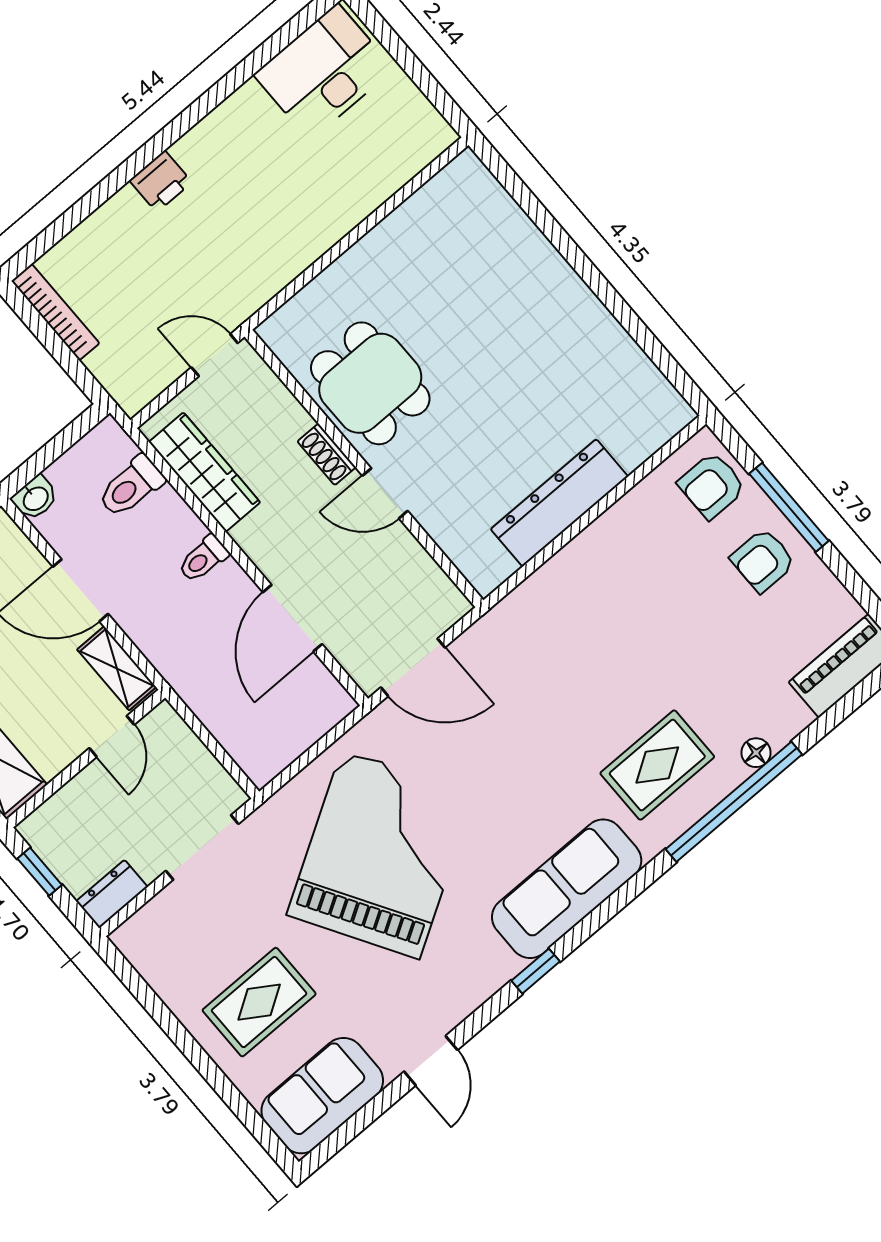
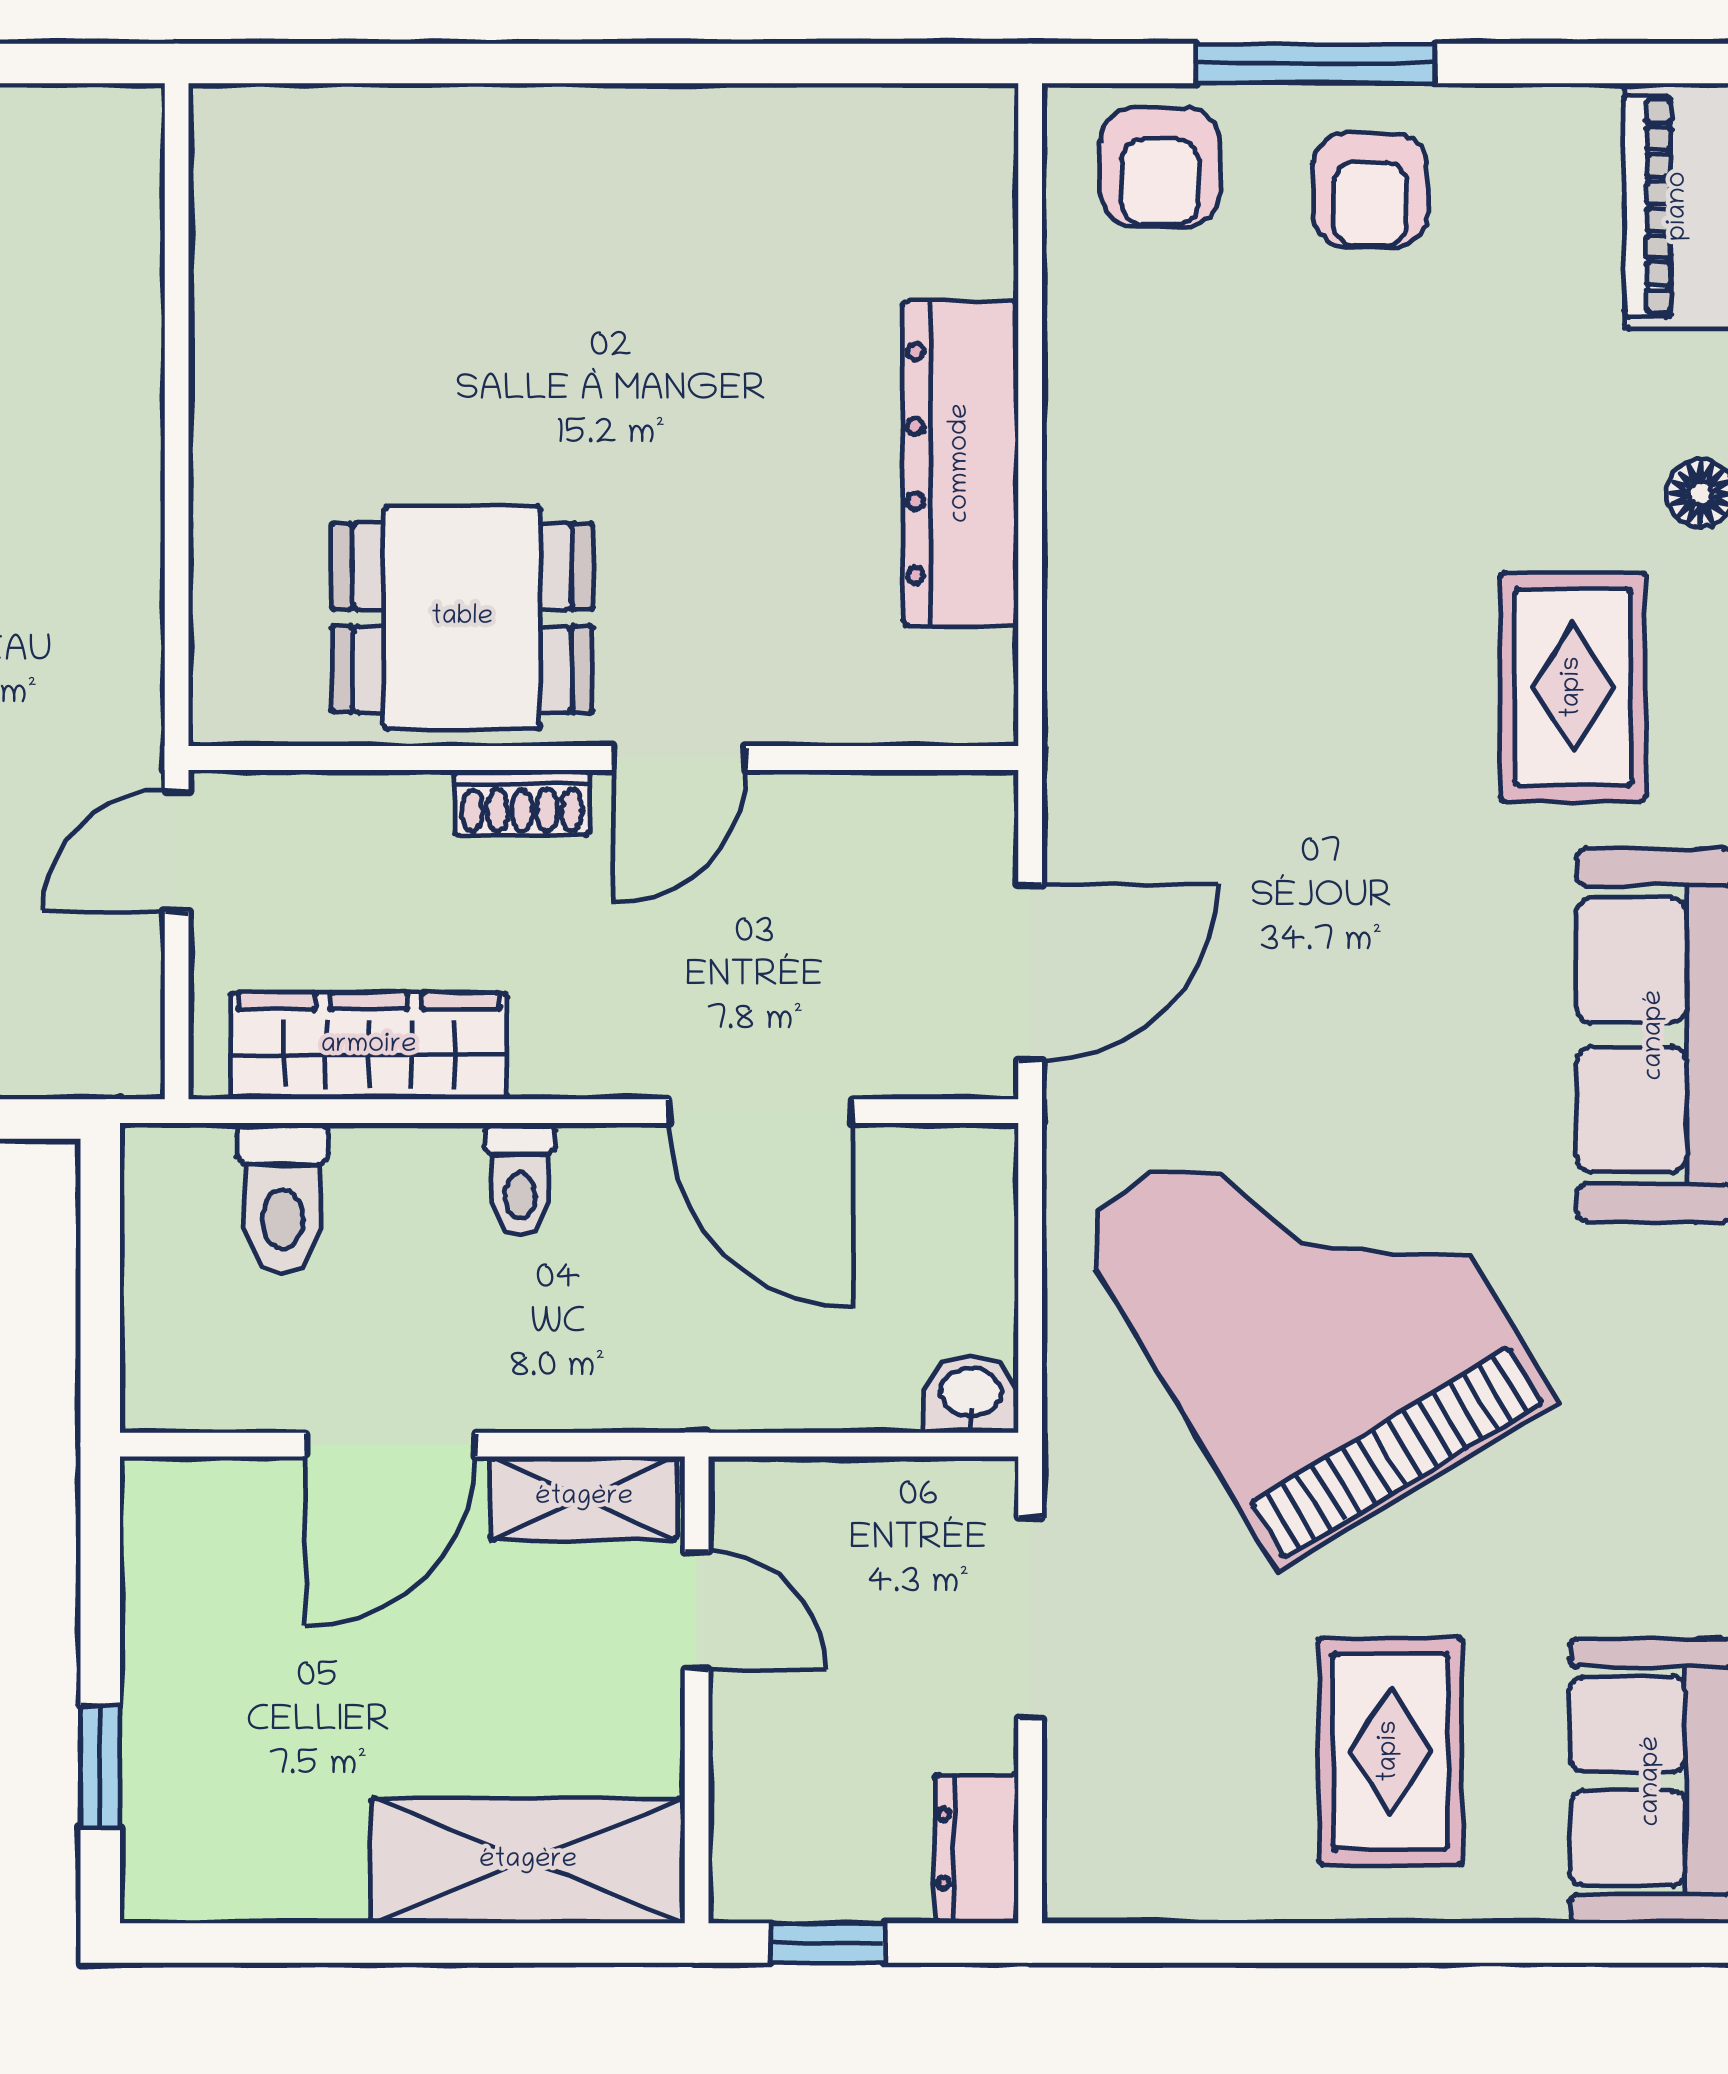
washbasin: (35, 498) -> (971, 1395), moved, turned -90

